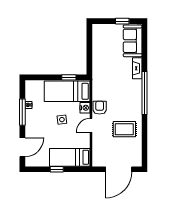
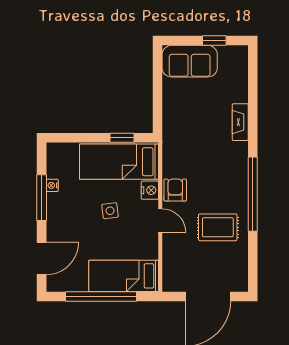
sofa: (133, 41) -> (190, 61), moved, turned -90
window: (145, 93) -> (253, 194), moved
door: (91, 125) -> (160, 221), swing flipped
window: (57, 169) -> (101, 297), width x3.17

